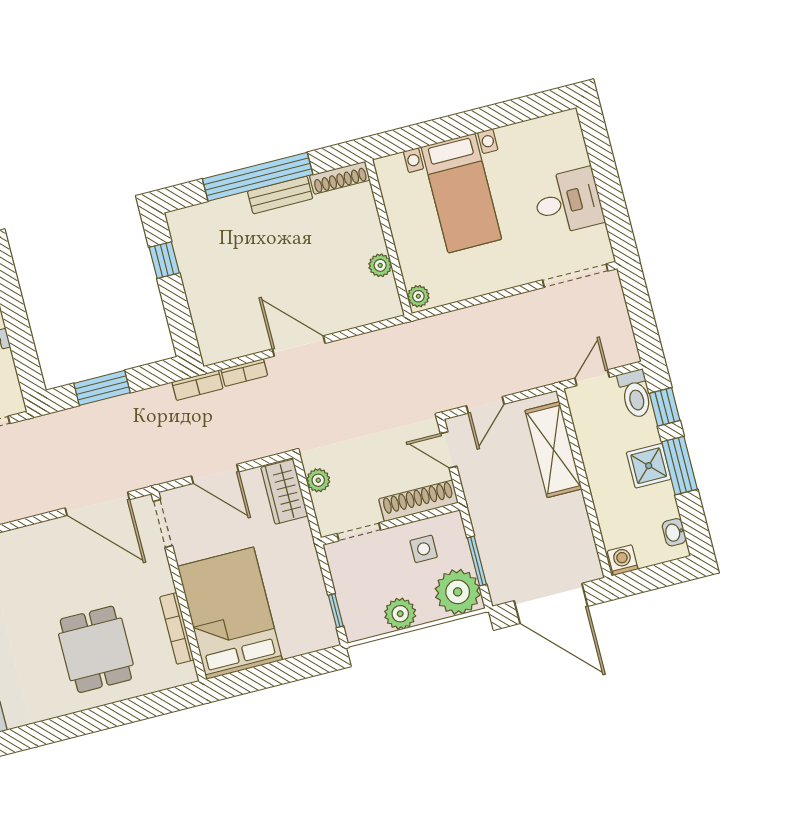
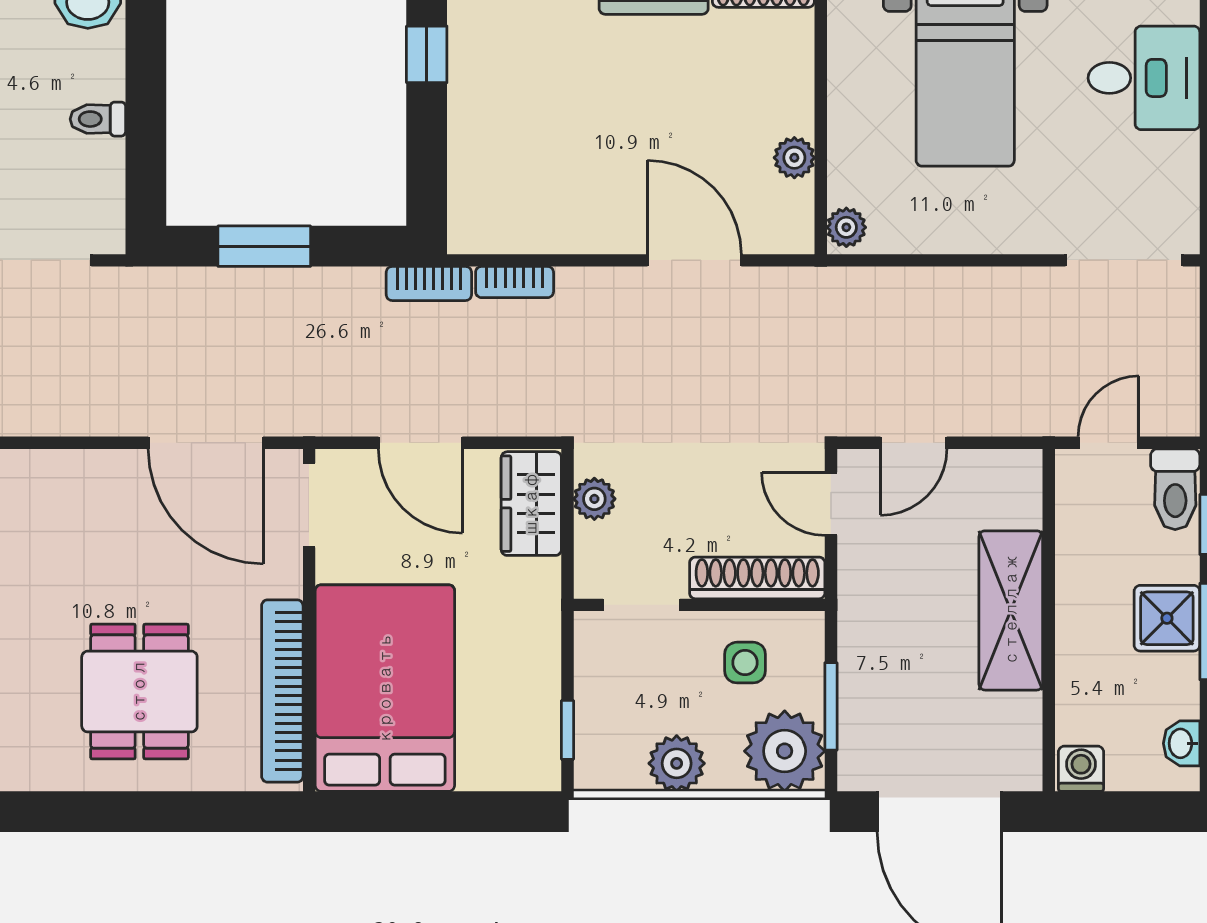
desk: (568, 202) -> (1144, 78), moved
door: (299, 346) -> (694, 260), moved
shelving: (553, 450) -> (1011, 610), moved
bookcase: (177, 628) -> (282, 691), width x1.48, depth x1.31

